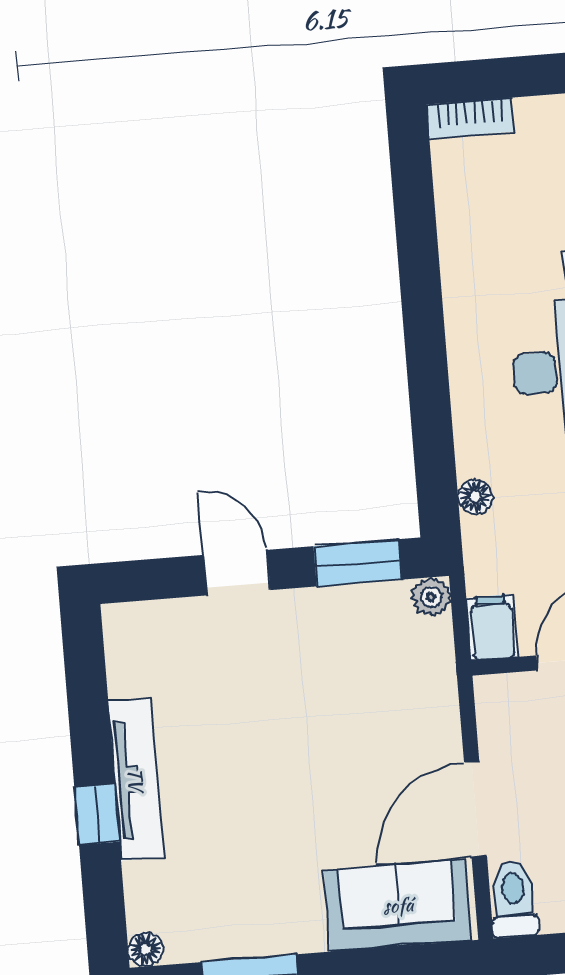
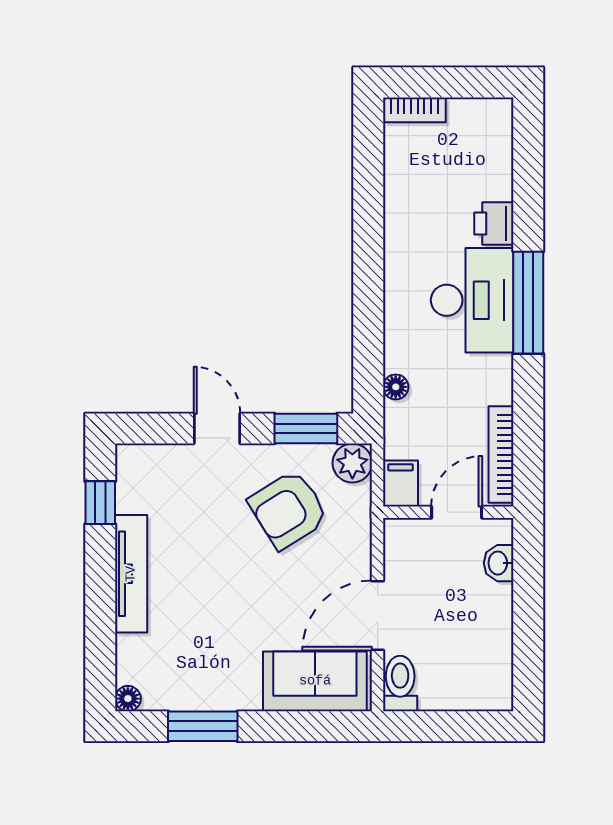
plant: (431, 597) -> (352, 463), width x1.38, depth x1.38
armchair: (343, 675) -> (288, 510), added
window: (97, 814) -> (100, 503), moved

